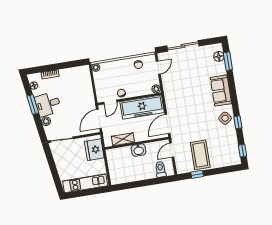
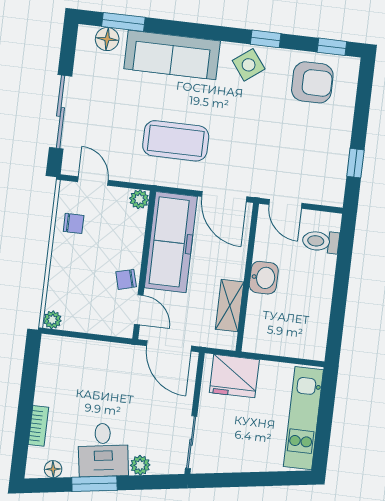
sofa: (221, 91) -> (172, 55), width x1.36
armchair: (225, 147) -> (312, 82), added
coffee table: (200, 155) -> (176, 141), moved

